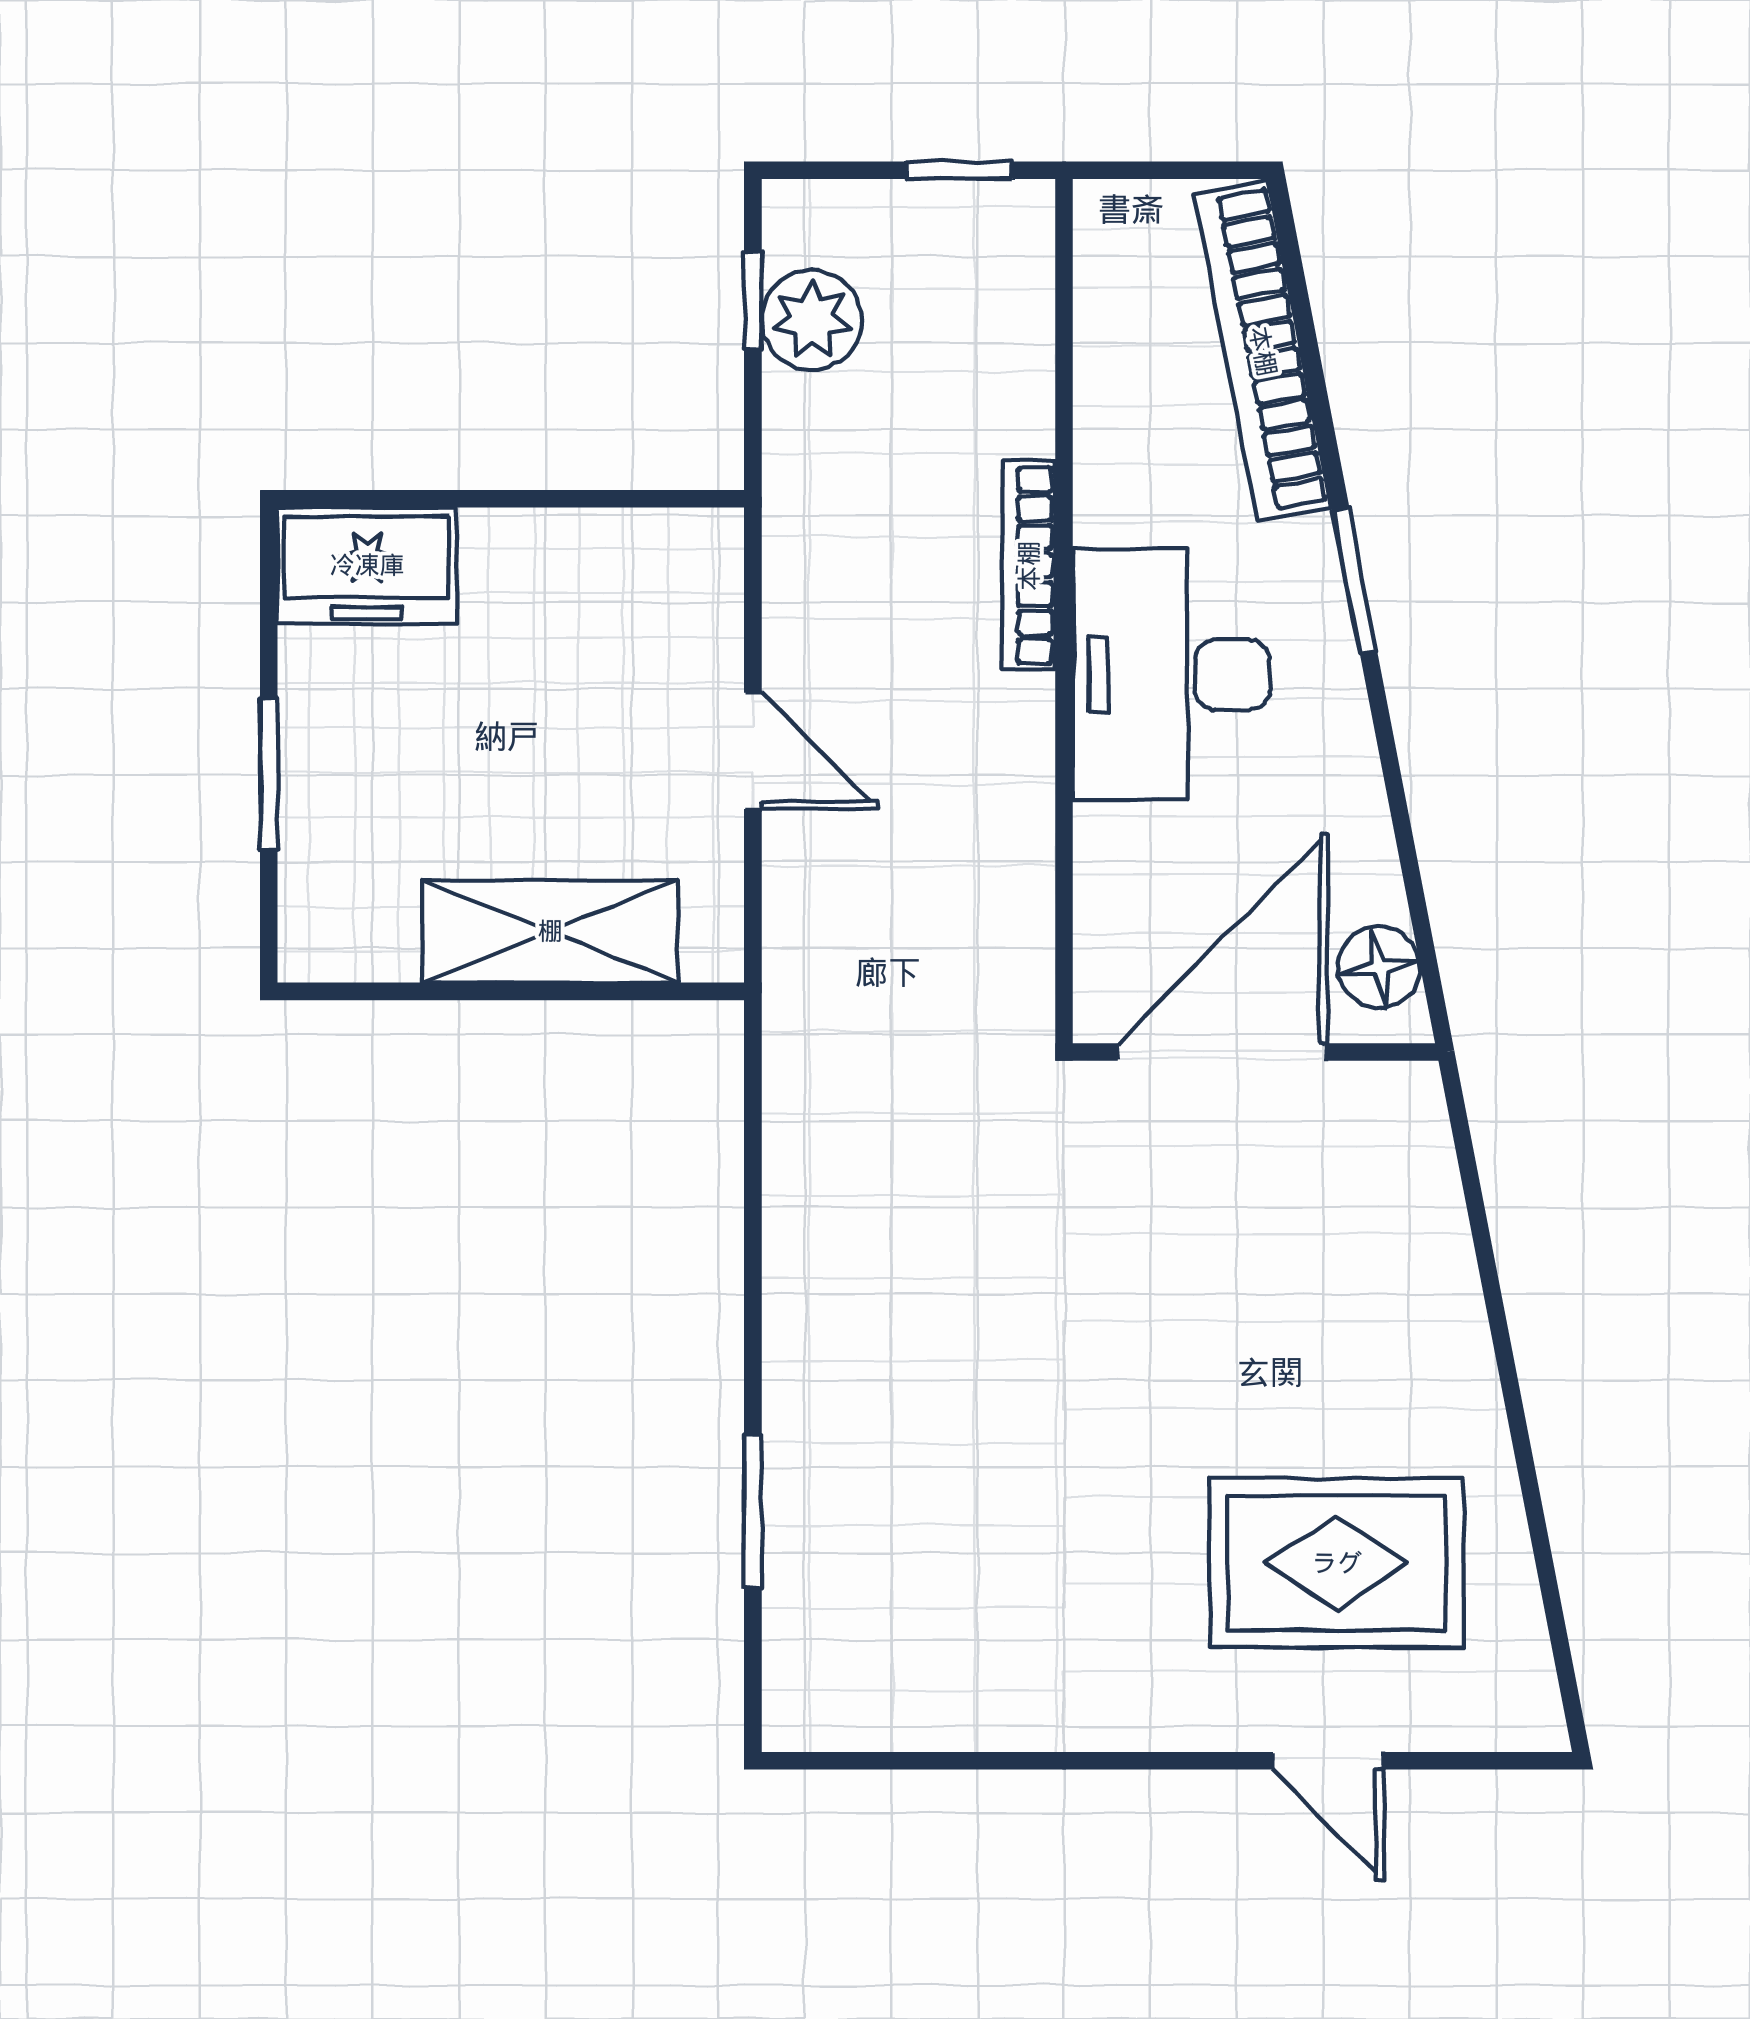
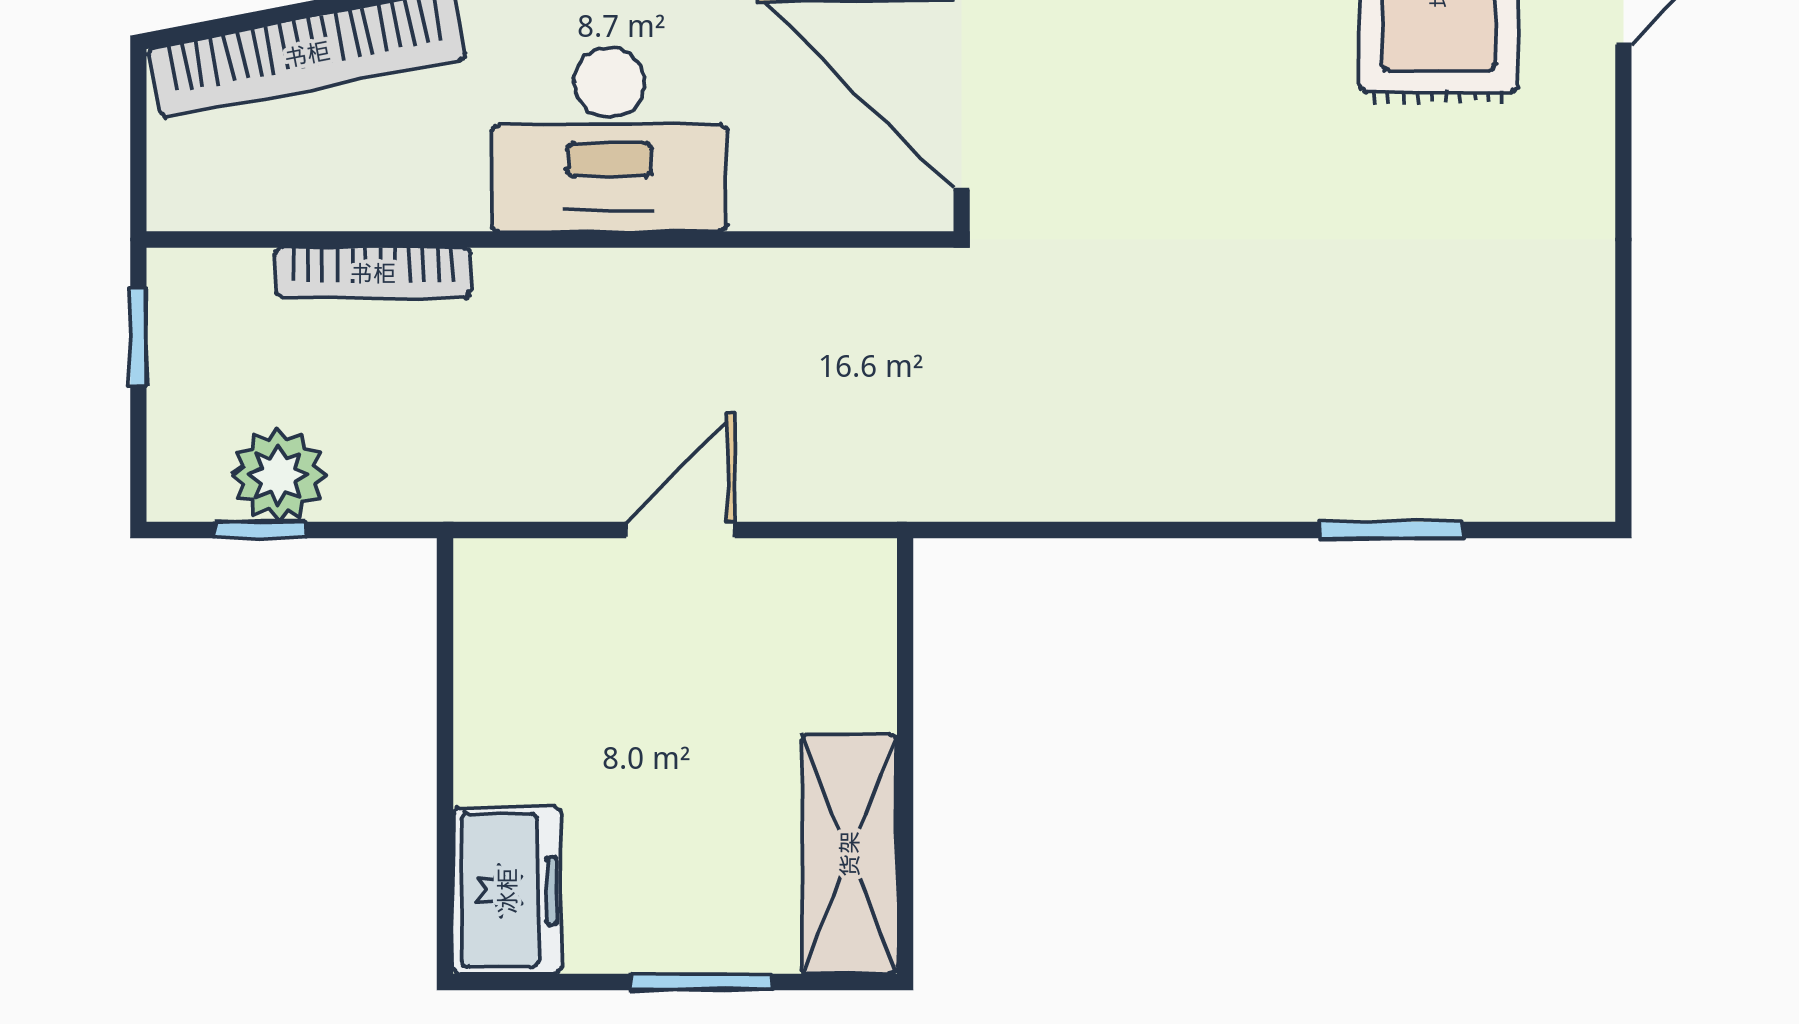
bookcase: (1029, 566) -> (373, 273), moved
shelving: (550, 931) -> (849, 854), moved

